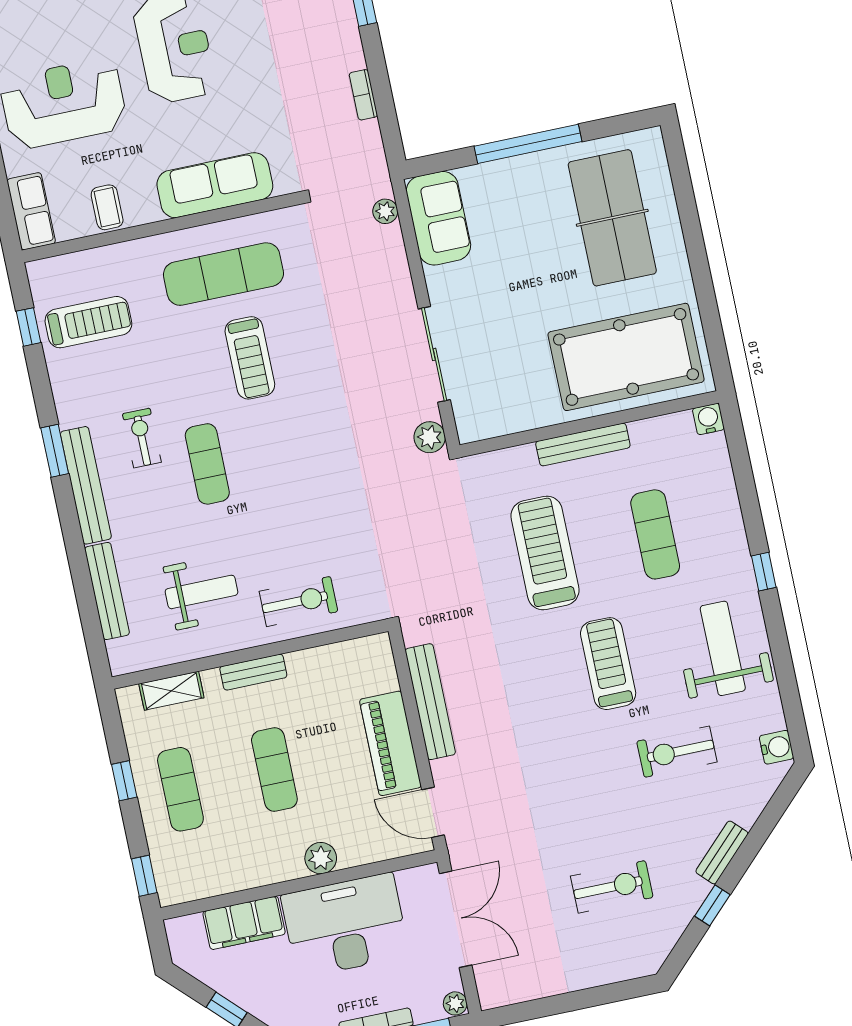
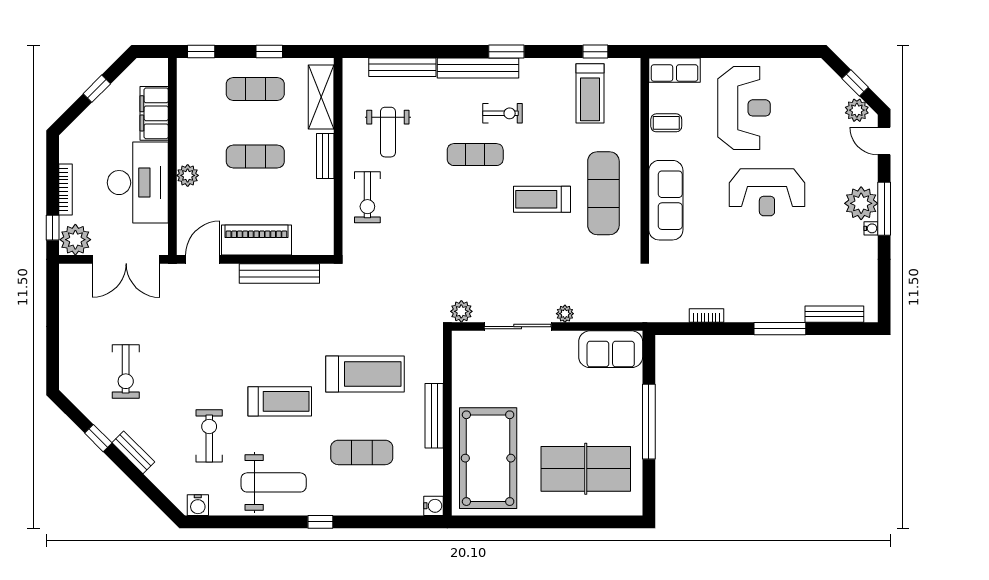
plant: (385, 211) -> (565, 314), moved
shelving: (171, 691) -> (321, 97), width x1.50, depth x1.33
plant: (455, 1003) -> (75, 240), width x1.87, depth x1.87

